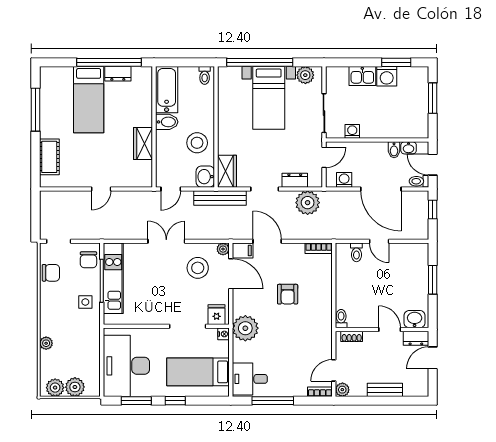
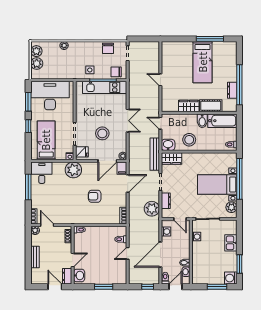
washing machine: (387, 76) -> (231, 278), moved
bed: (89, 100) -> (203, 62), moved, turned -90
cot: (49, 157) -> (211, 106), moved
stool: (198, 268) -> (102, 133), moved

